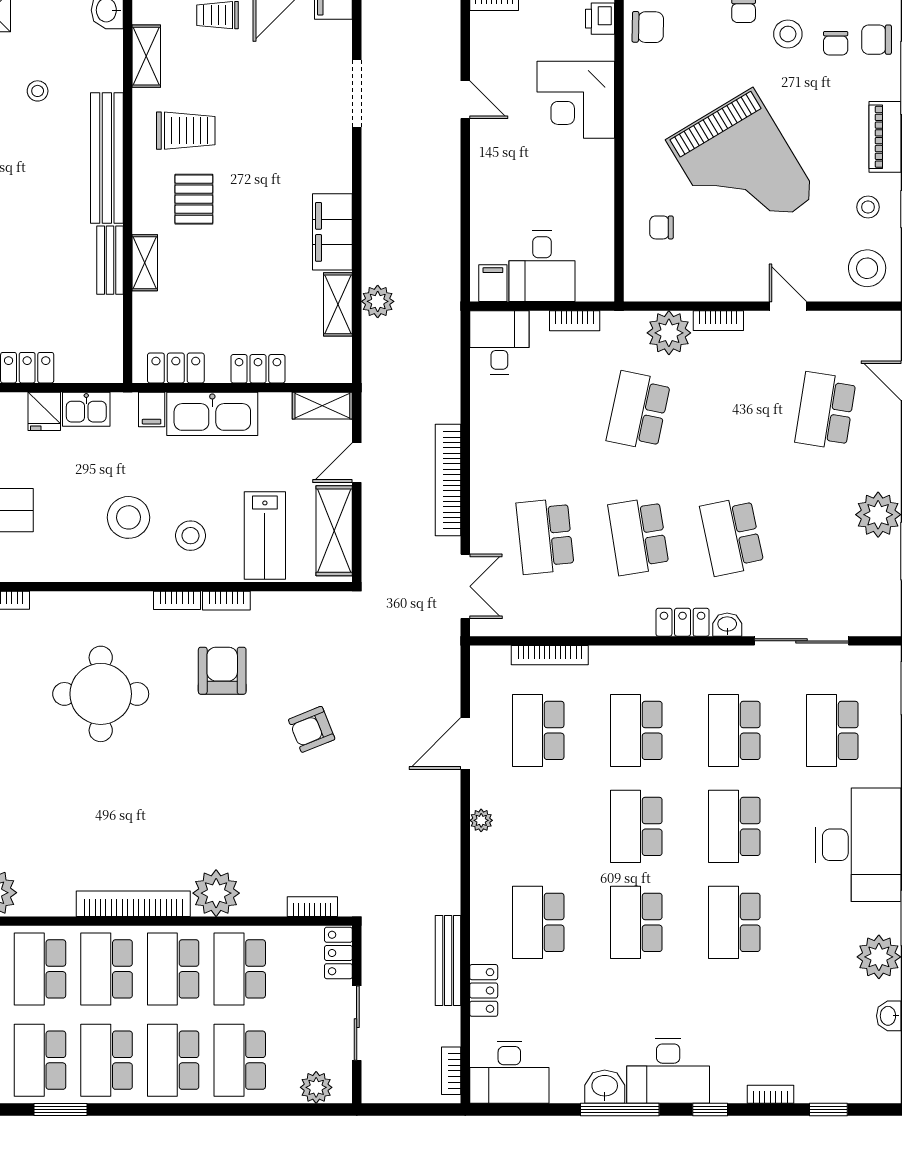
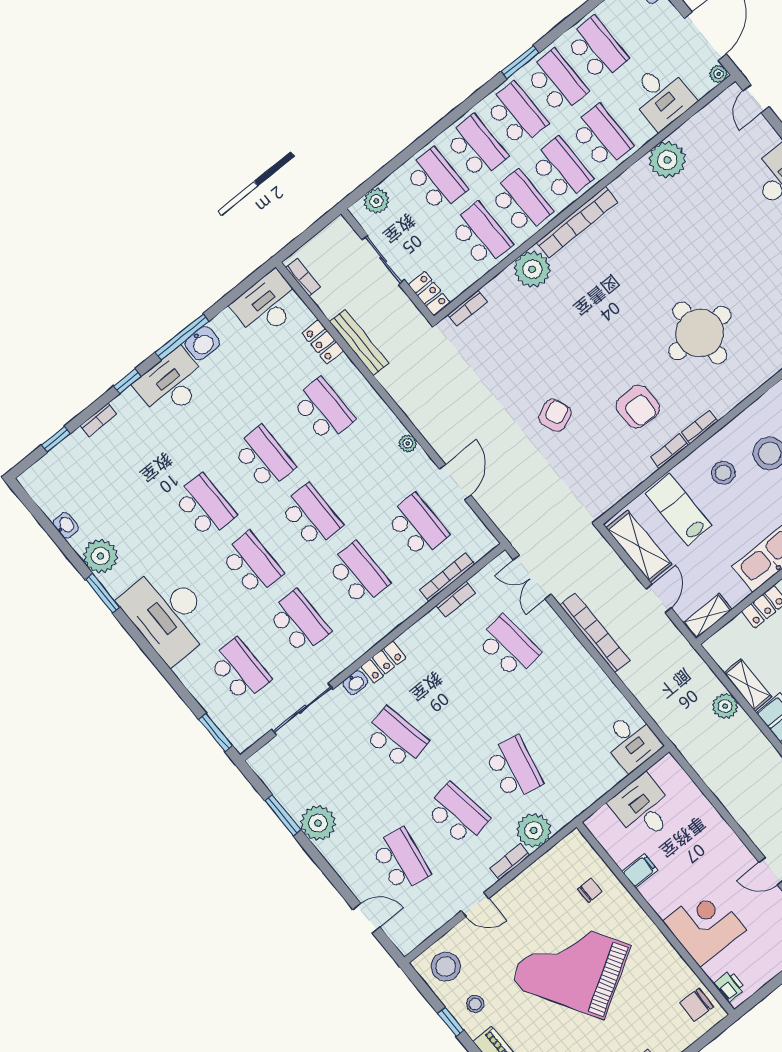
filing cabinet: (493, 283) -> (640, 871), moved, turned -90
bookcase: (575, 321) -> (456, 599), moved, turned 180
school desk: (639, 536) -> (457, 814), moved

